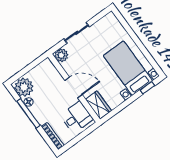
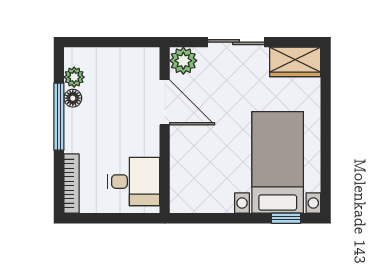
plant: (24, 87) -> (74, 77), width x0.53, depth x0.53
door: (74, 88) -> (165, 102), moved
wardrobe: (98, 105) -> (295, 62), moved, turned 90

